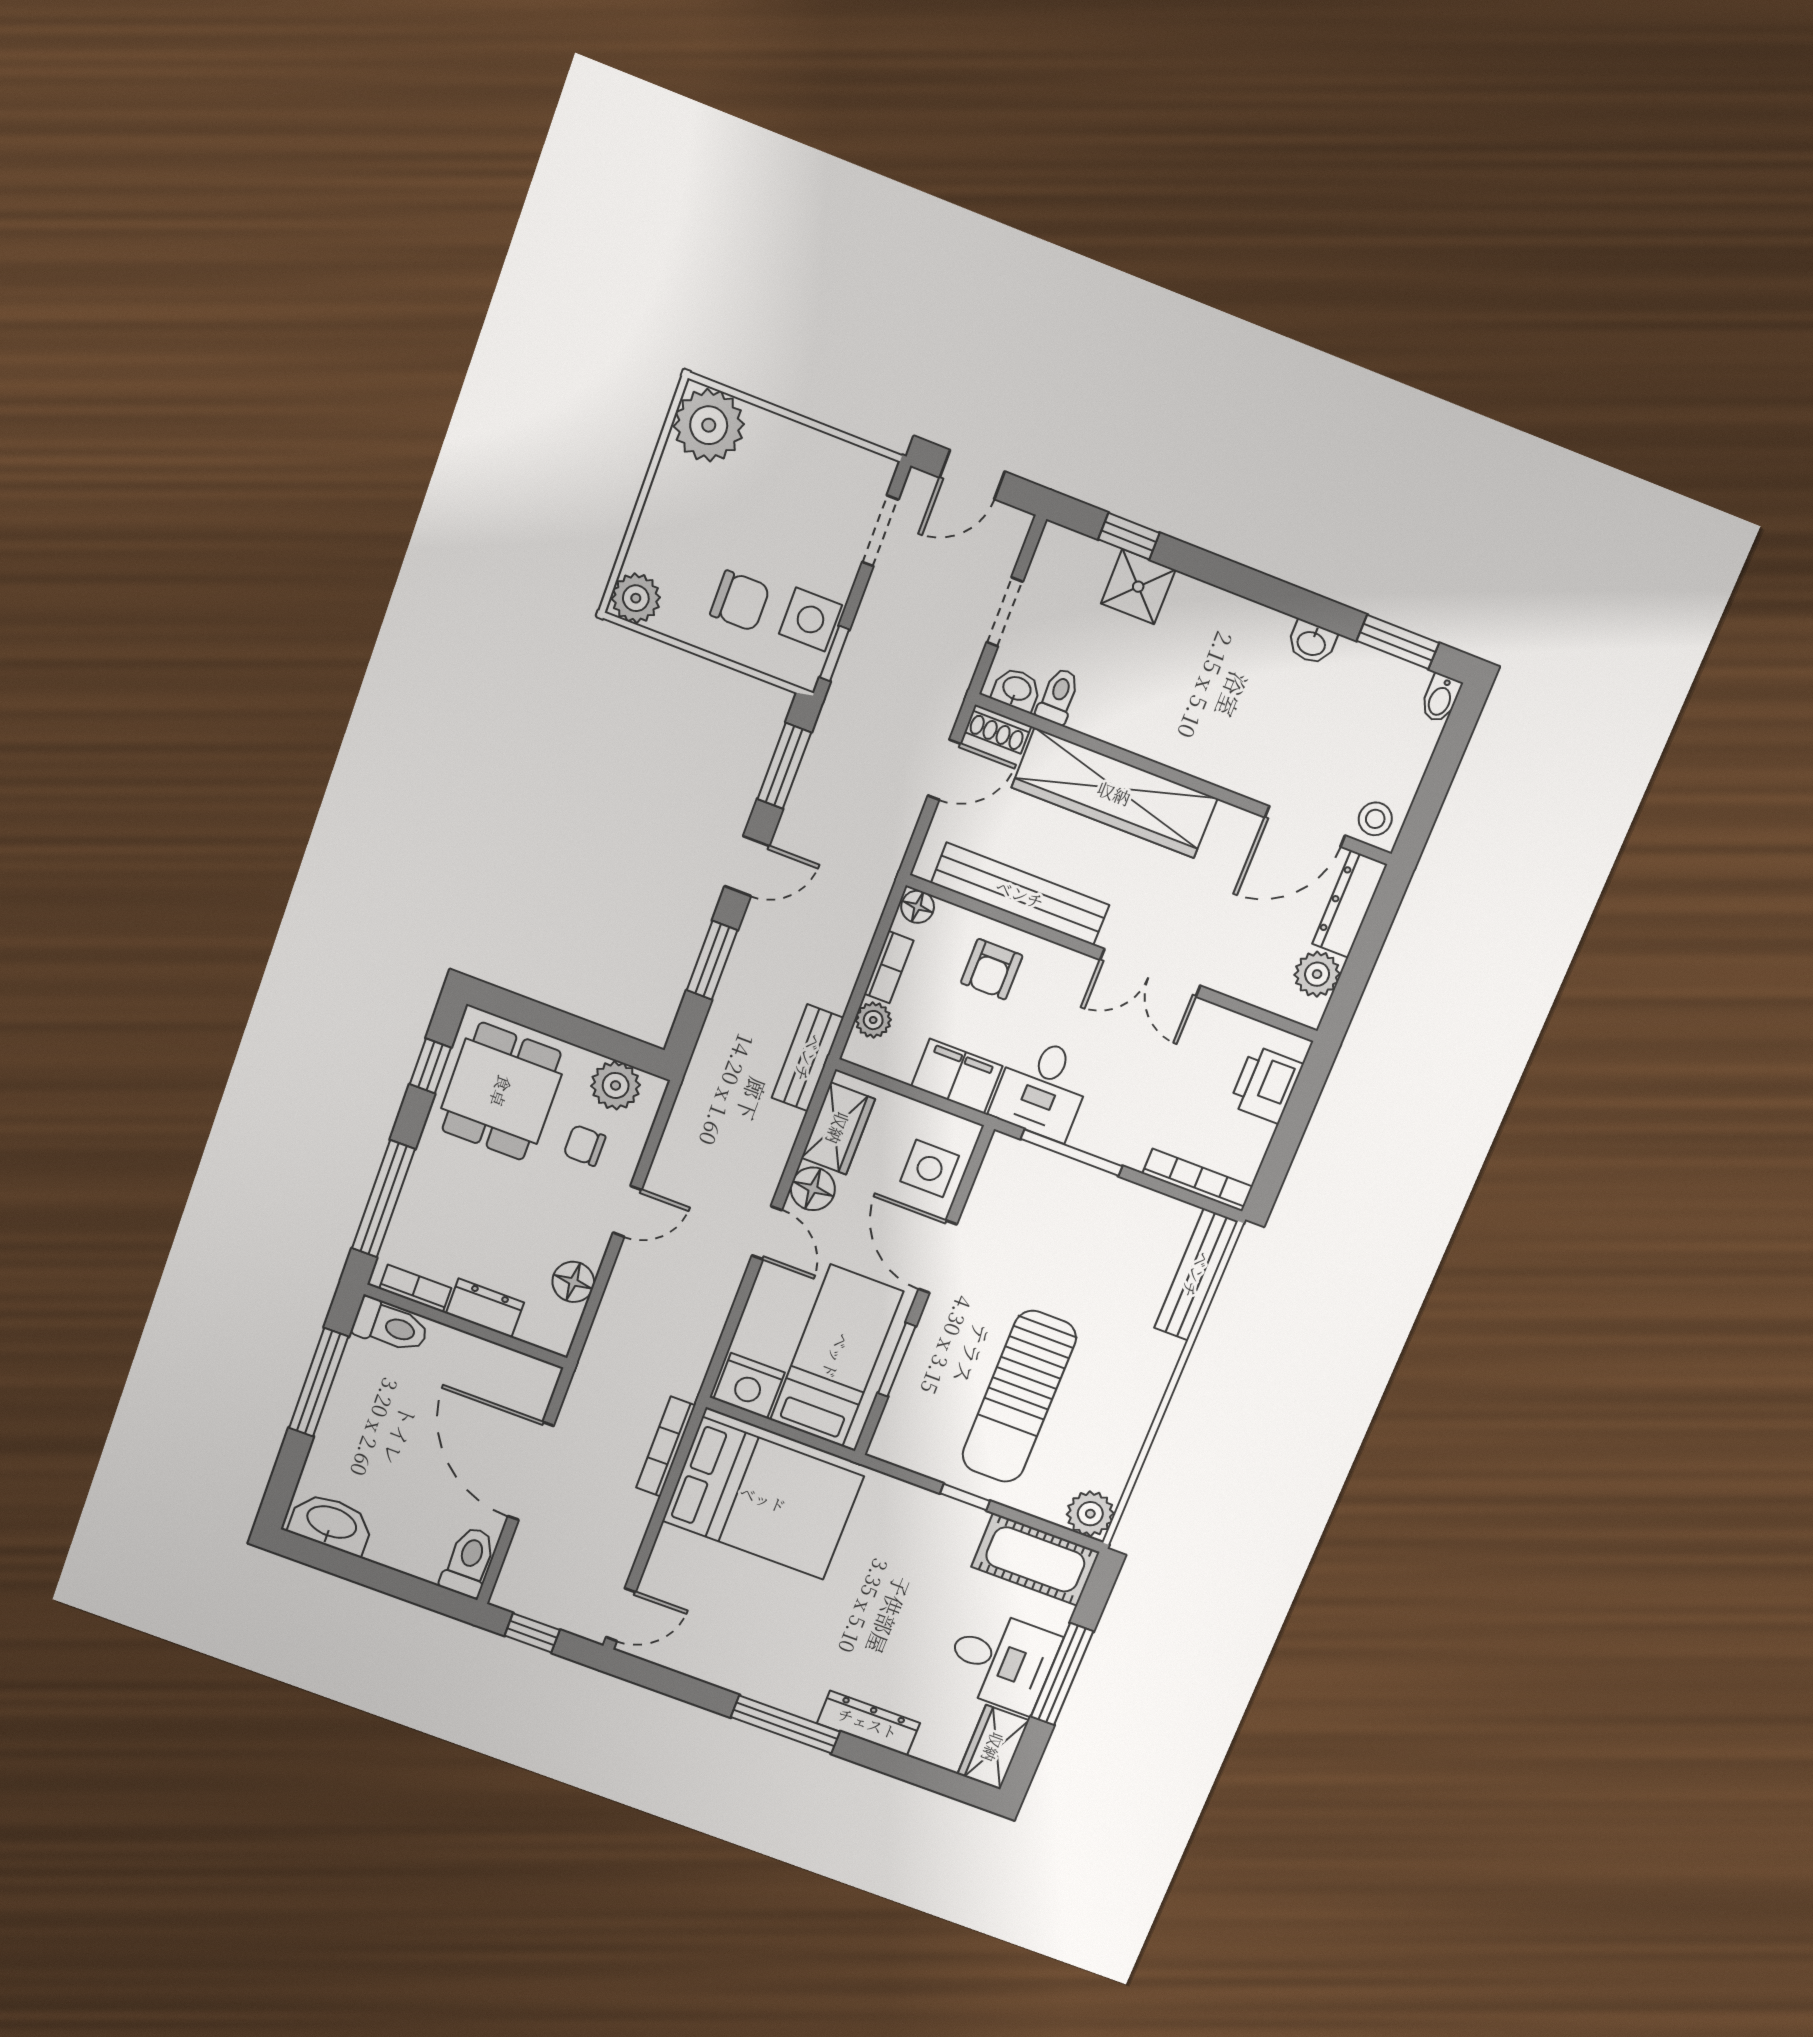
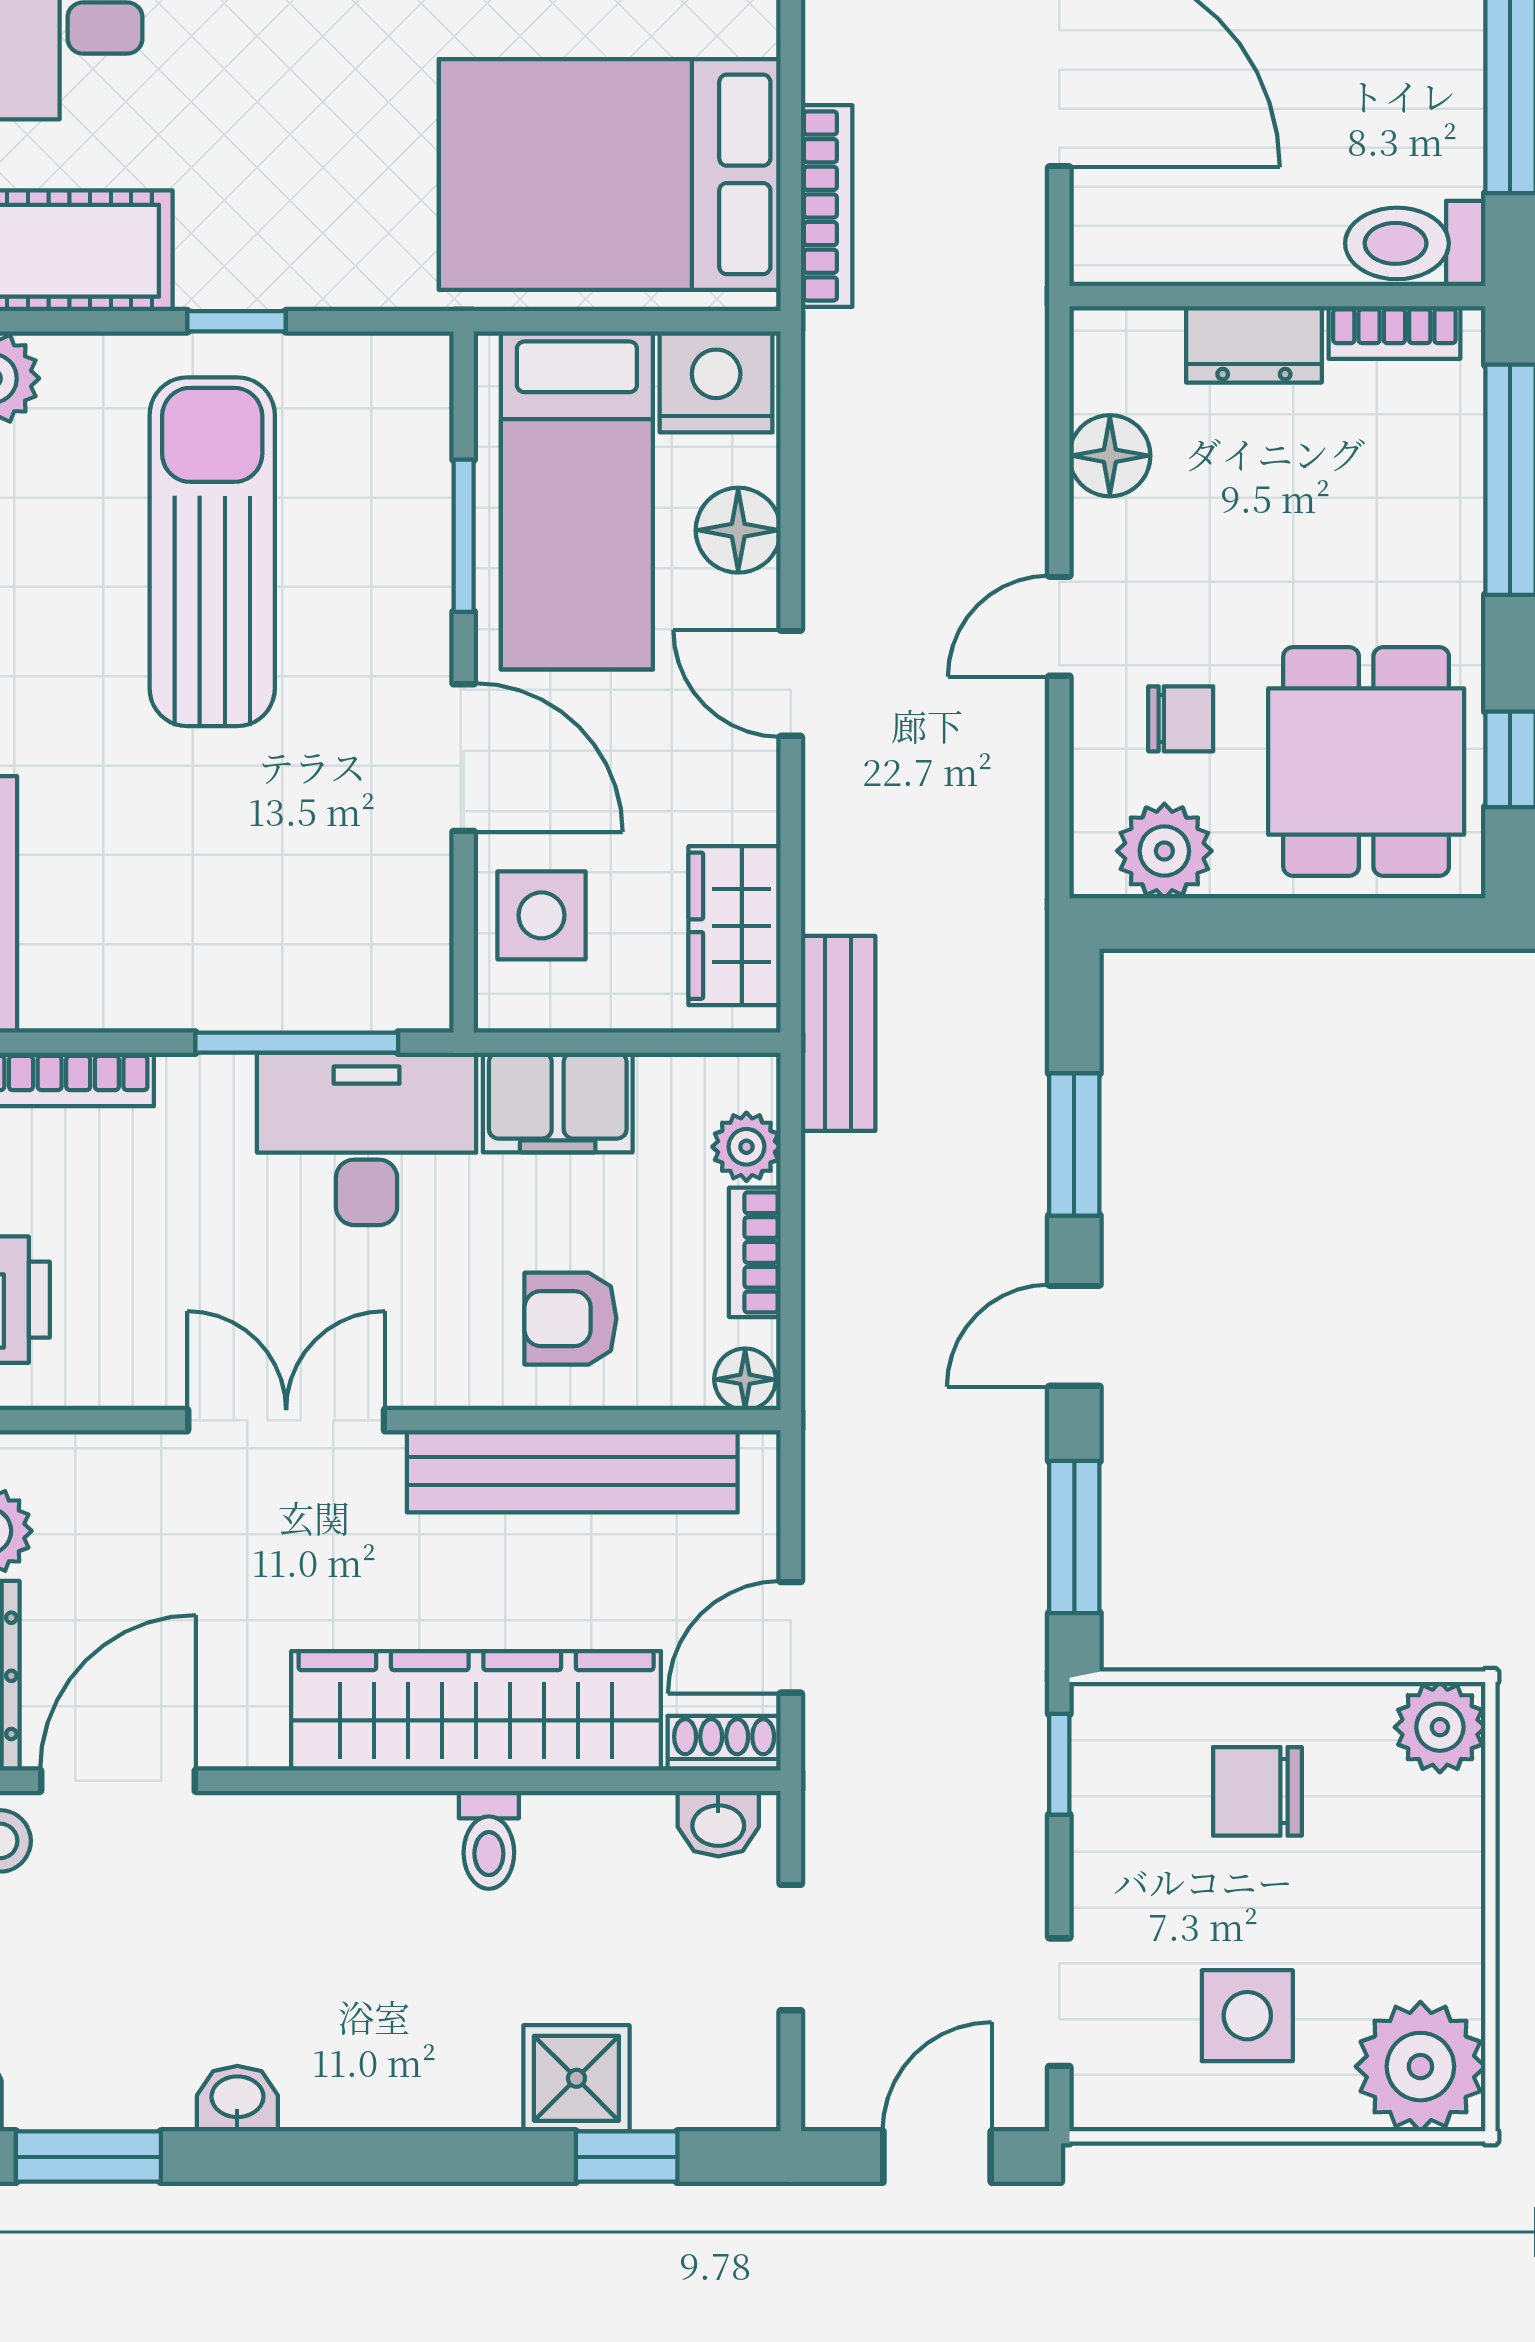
side table: (810, 619) -> (1247, 2016), moved
toilet: (1058, 696) -> (489, 1840), moved
armchair: (992, 969) -> (570, 1319), turned -90
desk: (1042, 1088) -> (367, 1139), width x1.37
floor lamp: (813, 1189) -> (738, 530), moved

